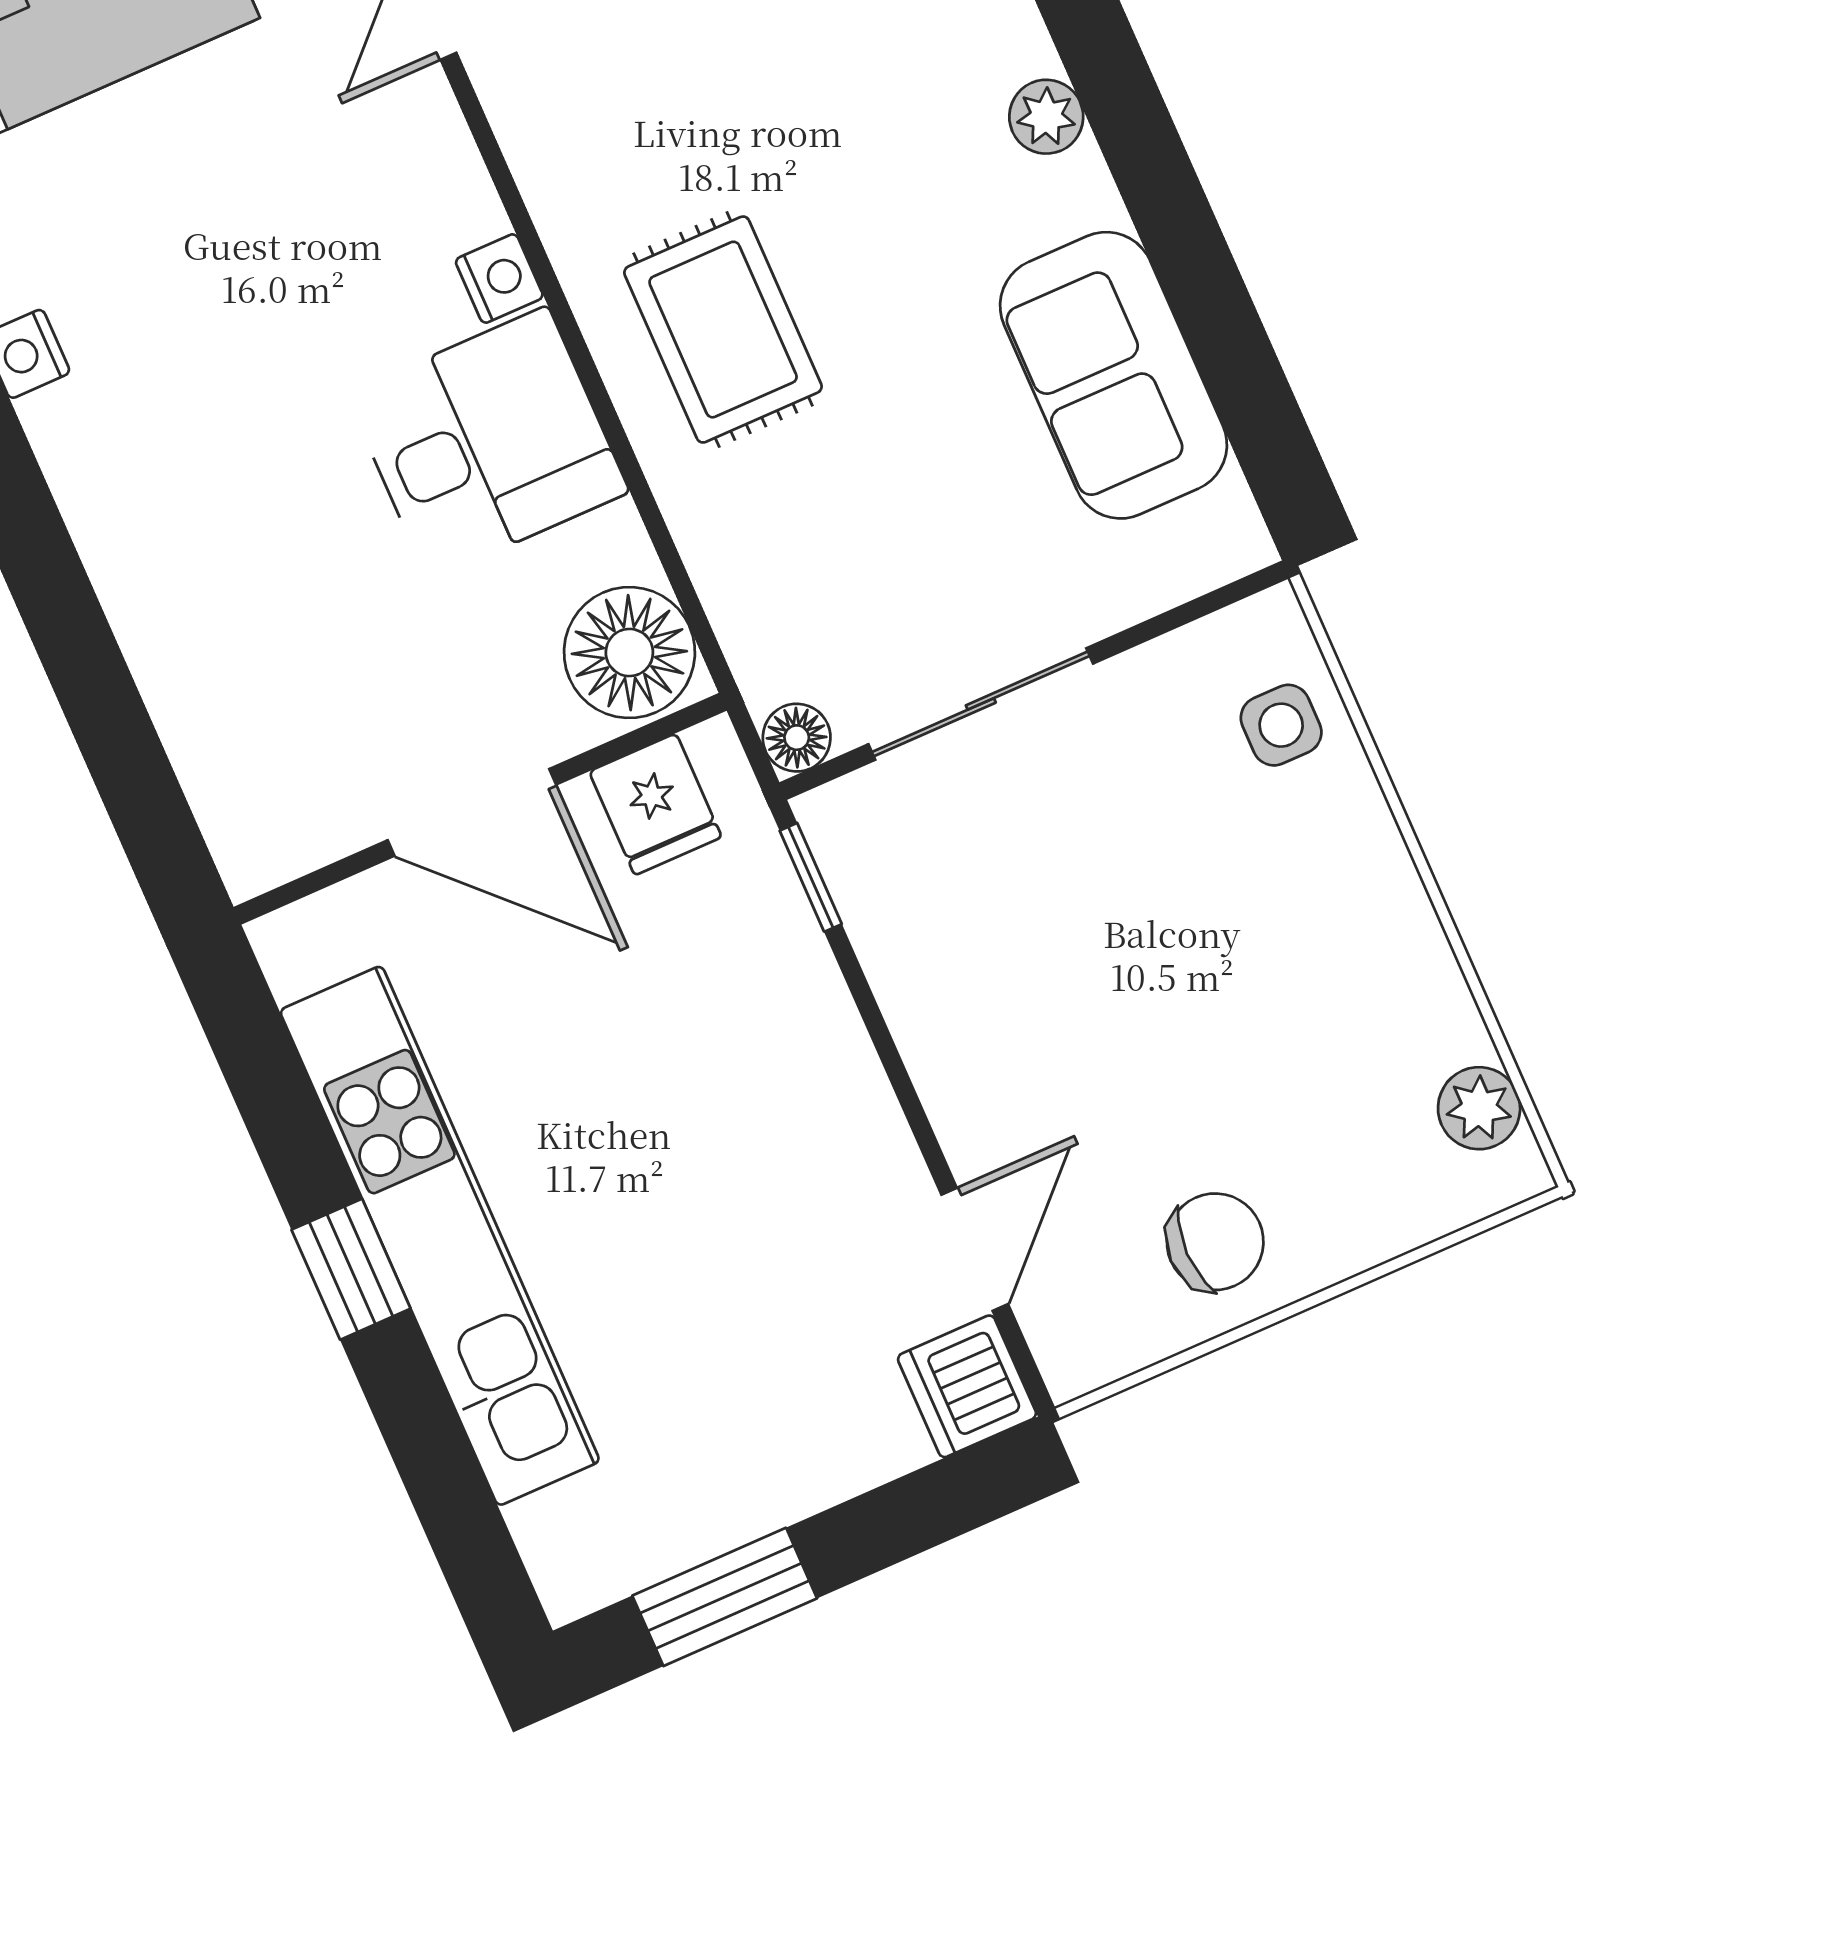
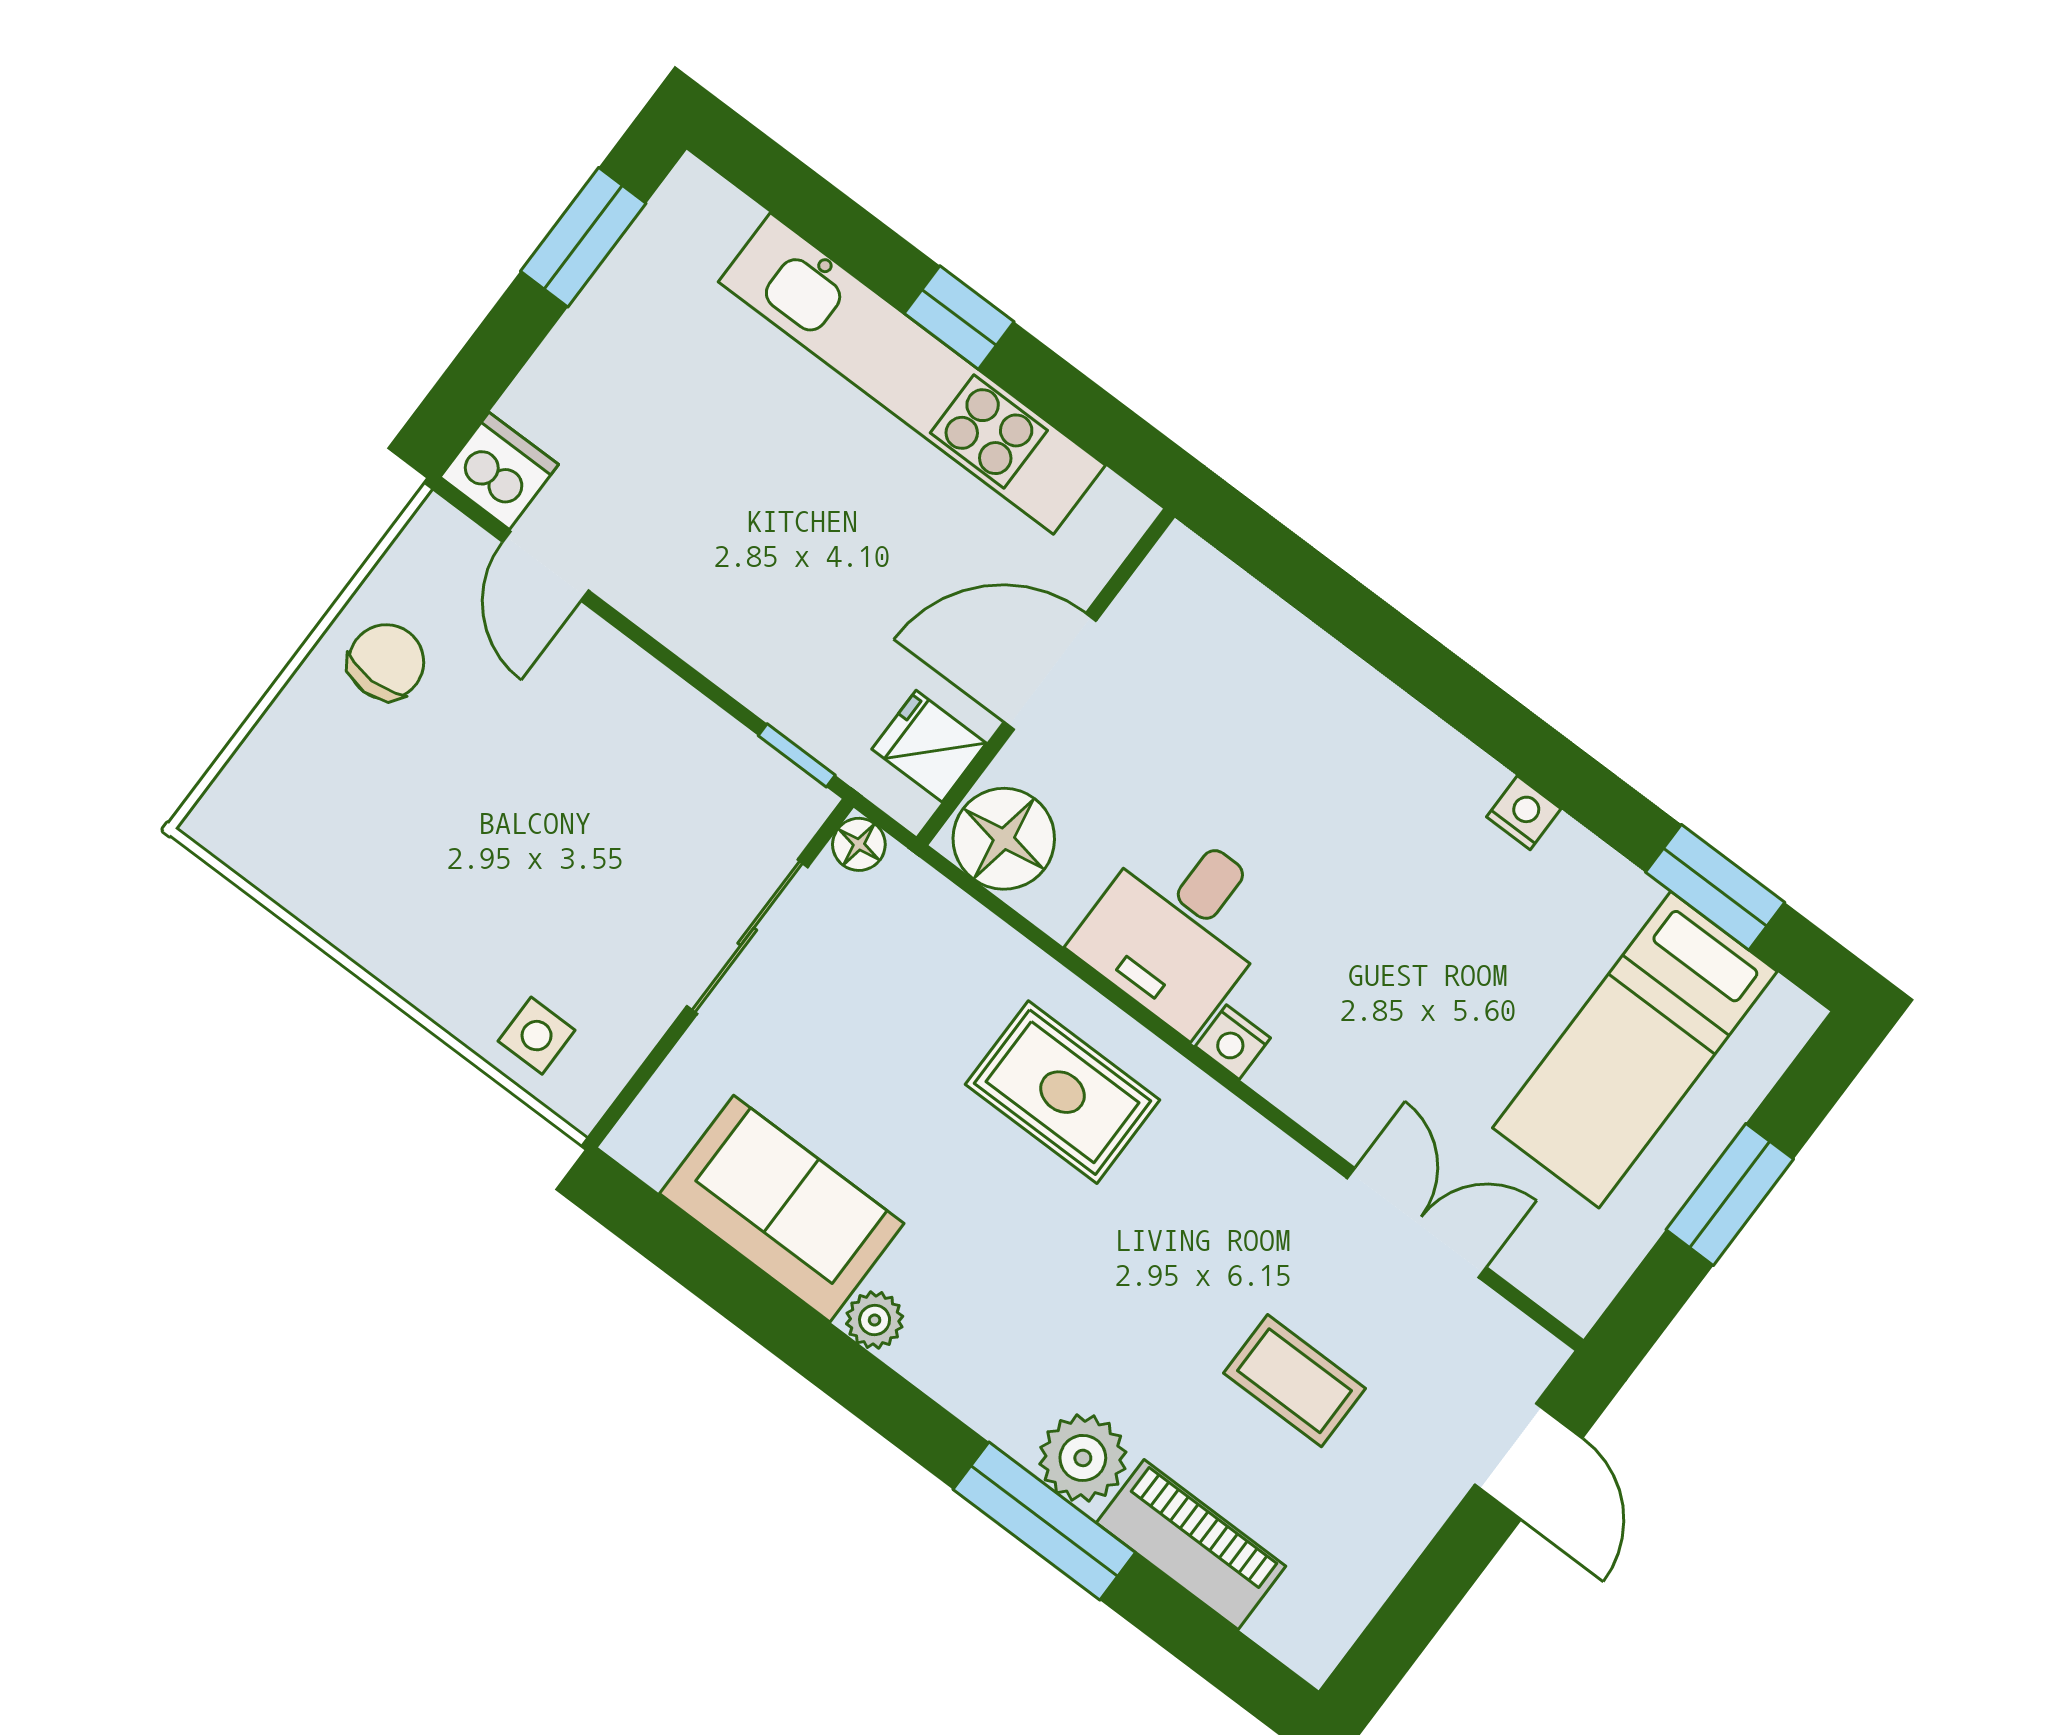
plant: (1046, 117) -> (875, 1320), moved
plant: (1479, 1108) -> (258, 852), removed
chair: (1215, 1242) -> (386, 662), turned 180

